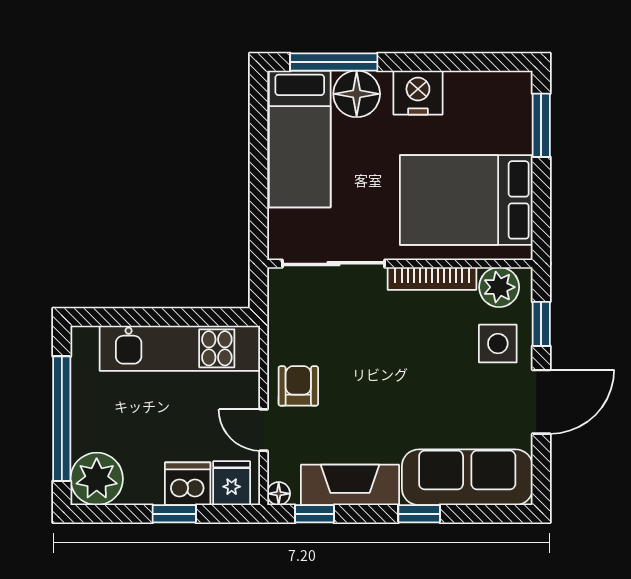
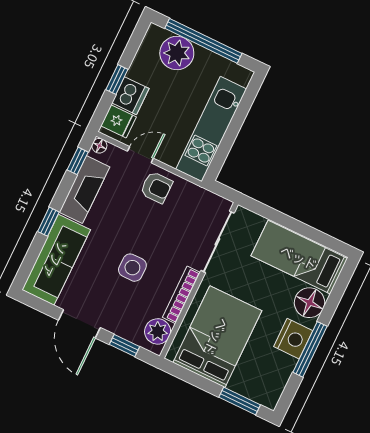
window: (334, 62) -> (310, 349), moved
side table: (498, 344) -> (132, 268), moved
plant: (97, 479) -> (177, 53), moved

